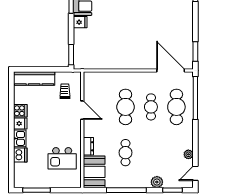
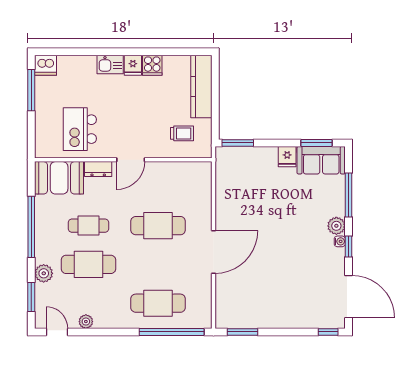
door: (171, 70) -> (214, 252), moved
cafe table: (151, 107) -> (88, 264), moved, width x1.37, depth x1.35
door: (82, 110) -> (131, 160), moved
dishwasher: (20, 155) -> (46, 65), moved

